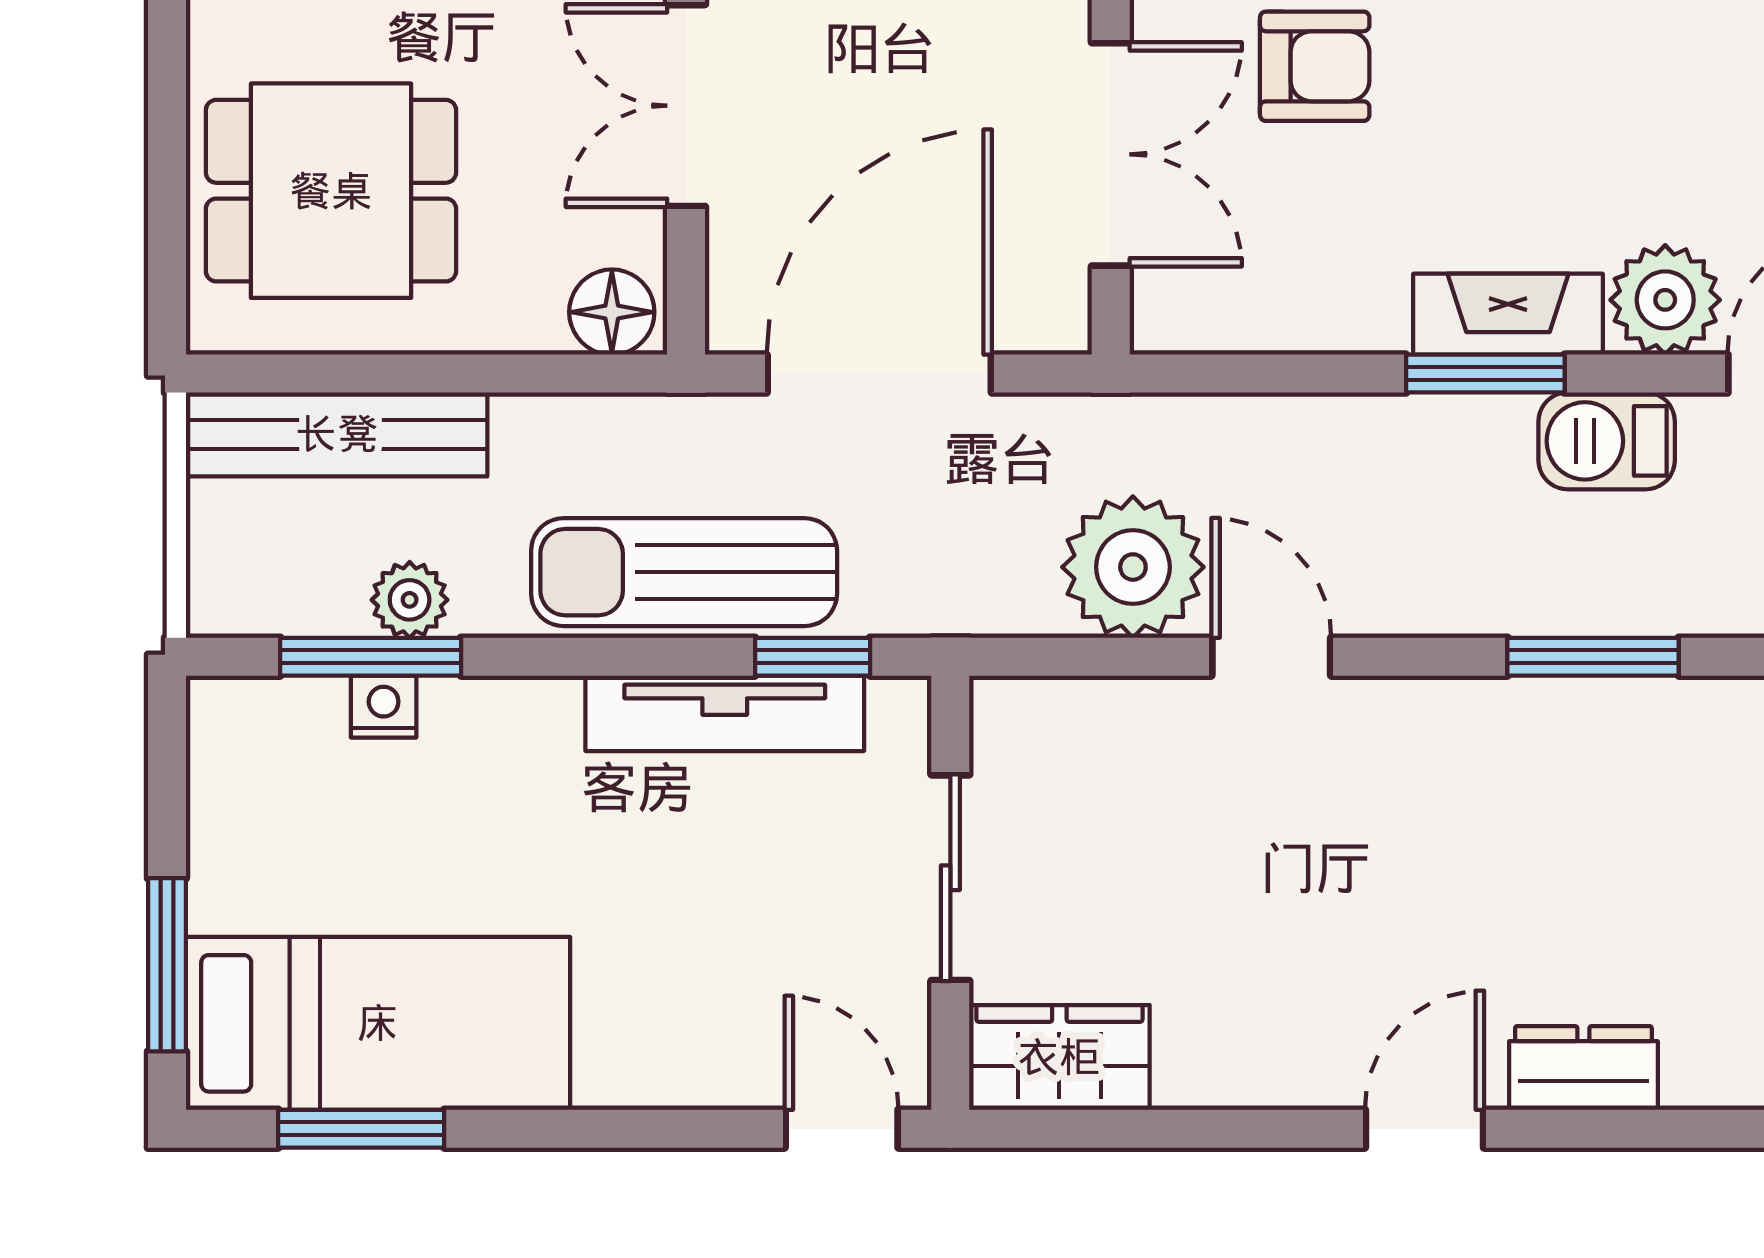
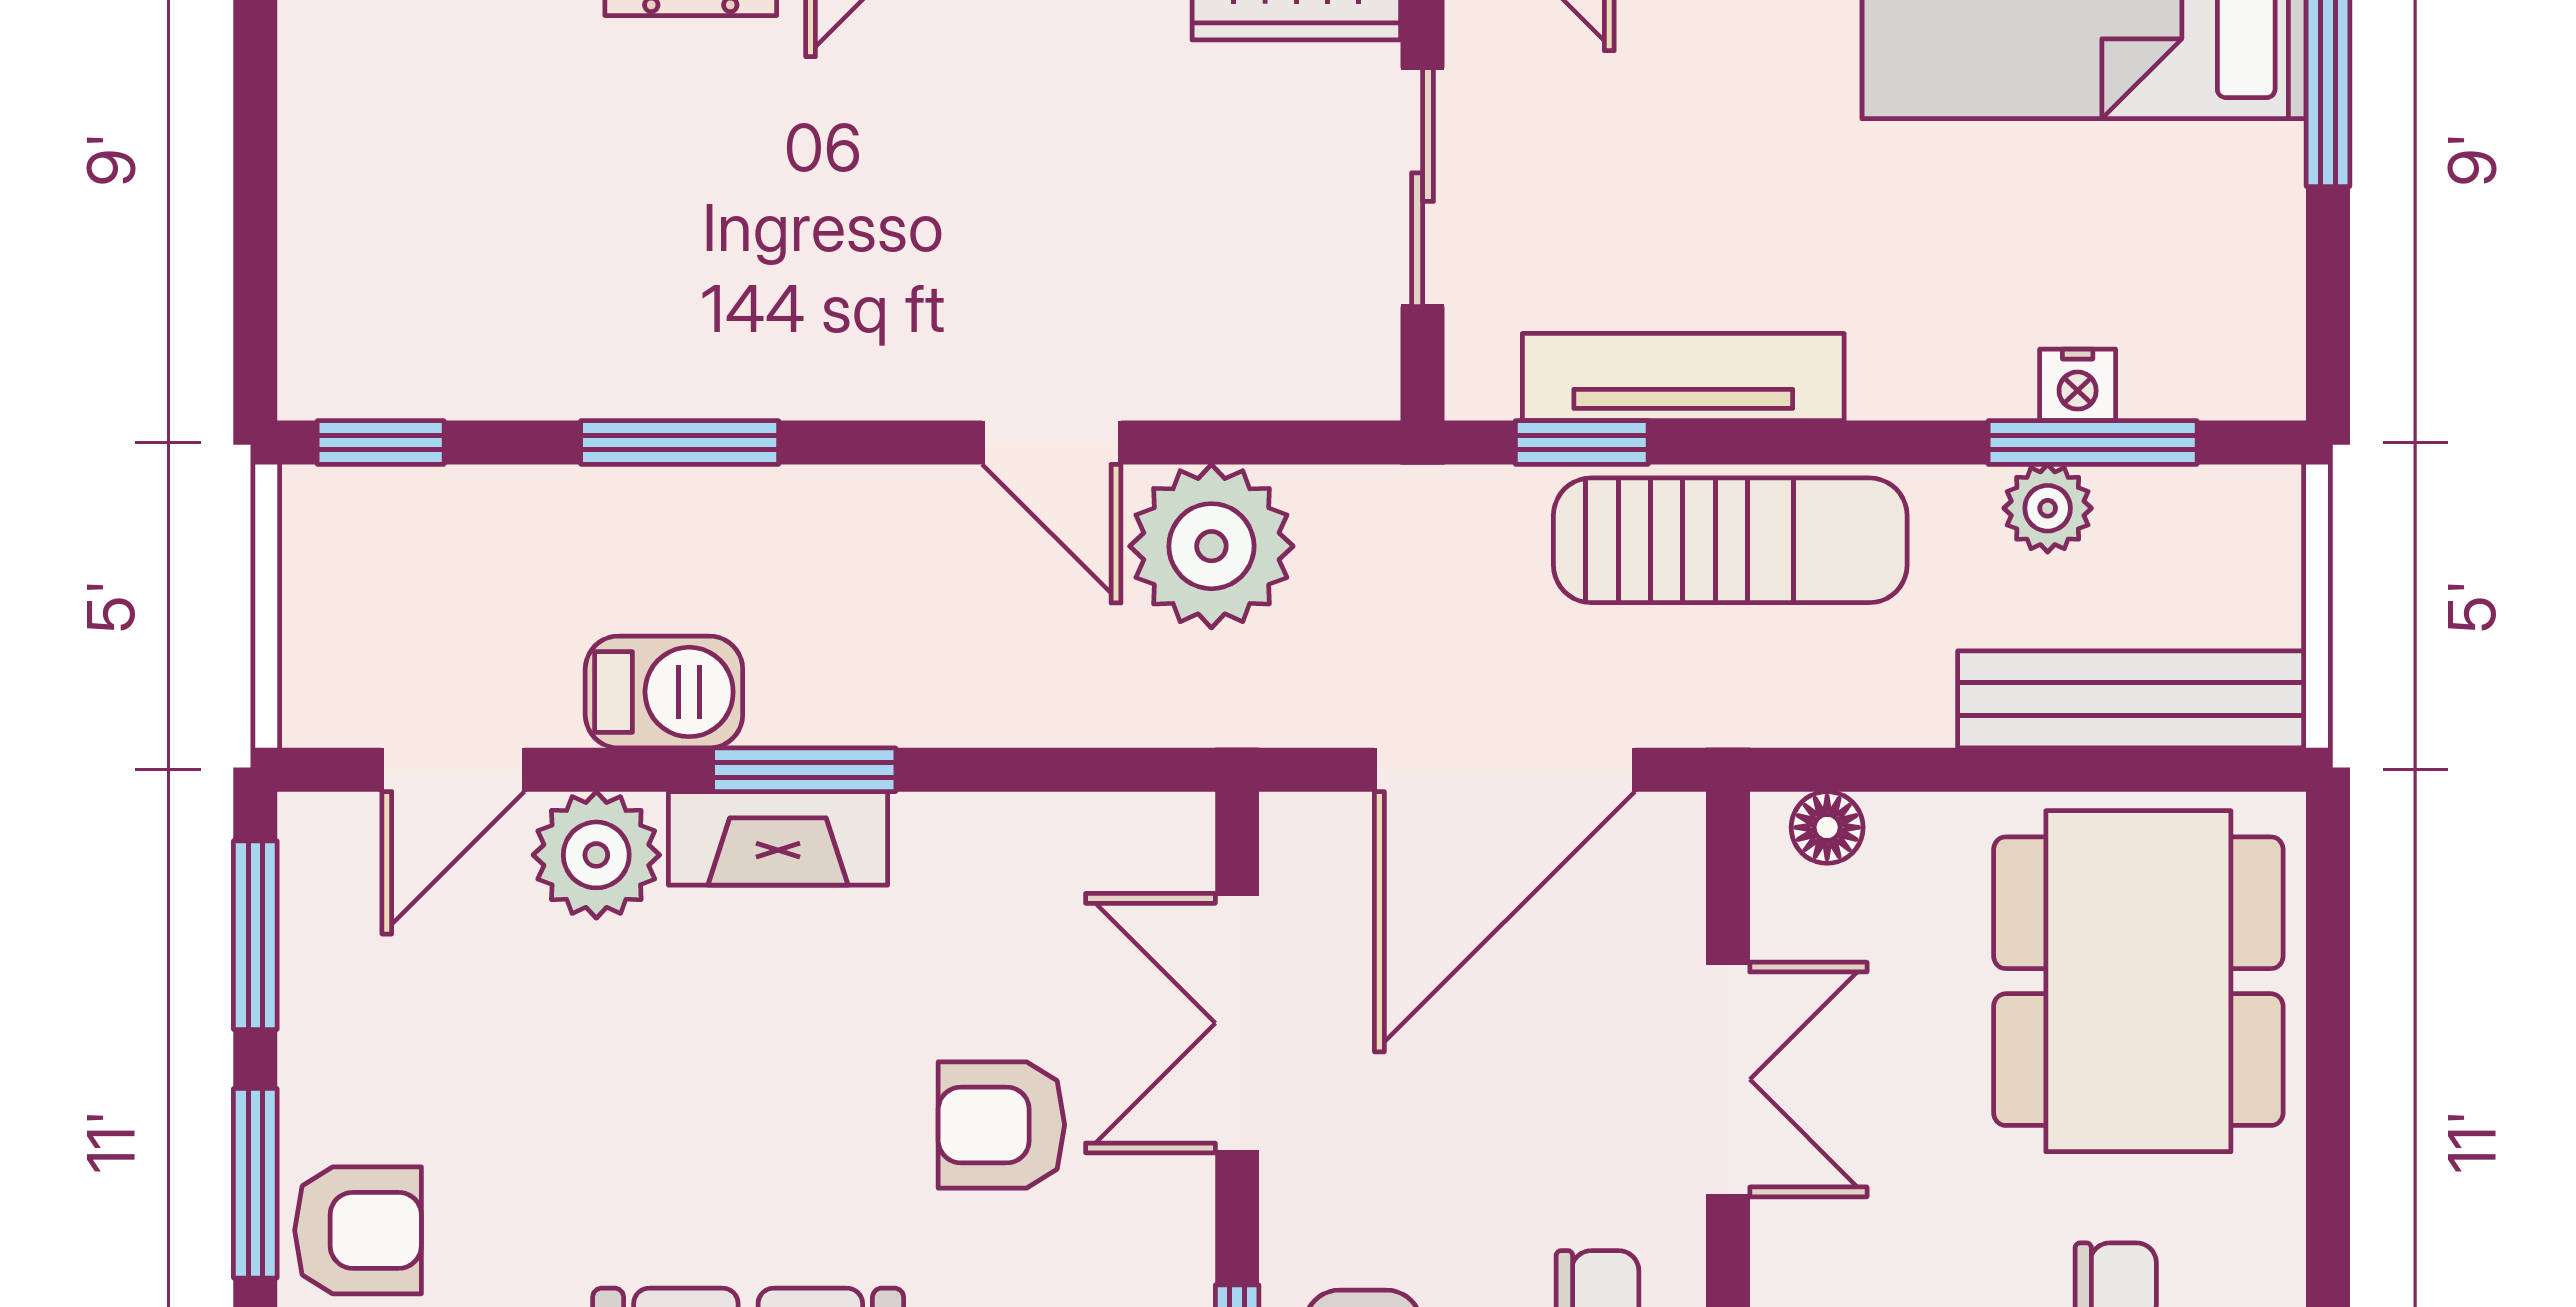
dining table: (331, 191) -> (2138, 981), width x1.38
floor lamp: (612, 312) -> (1827, 827), width x0.73, depth x0.73

